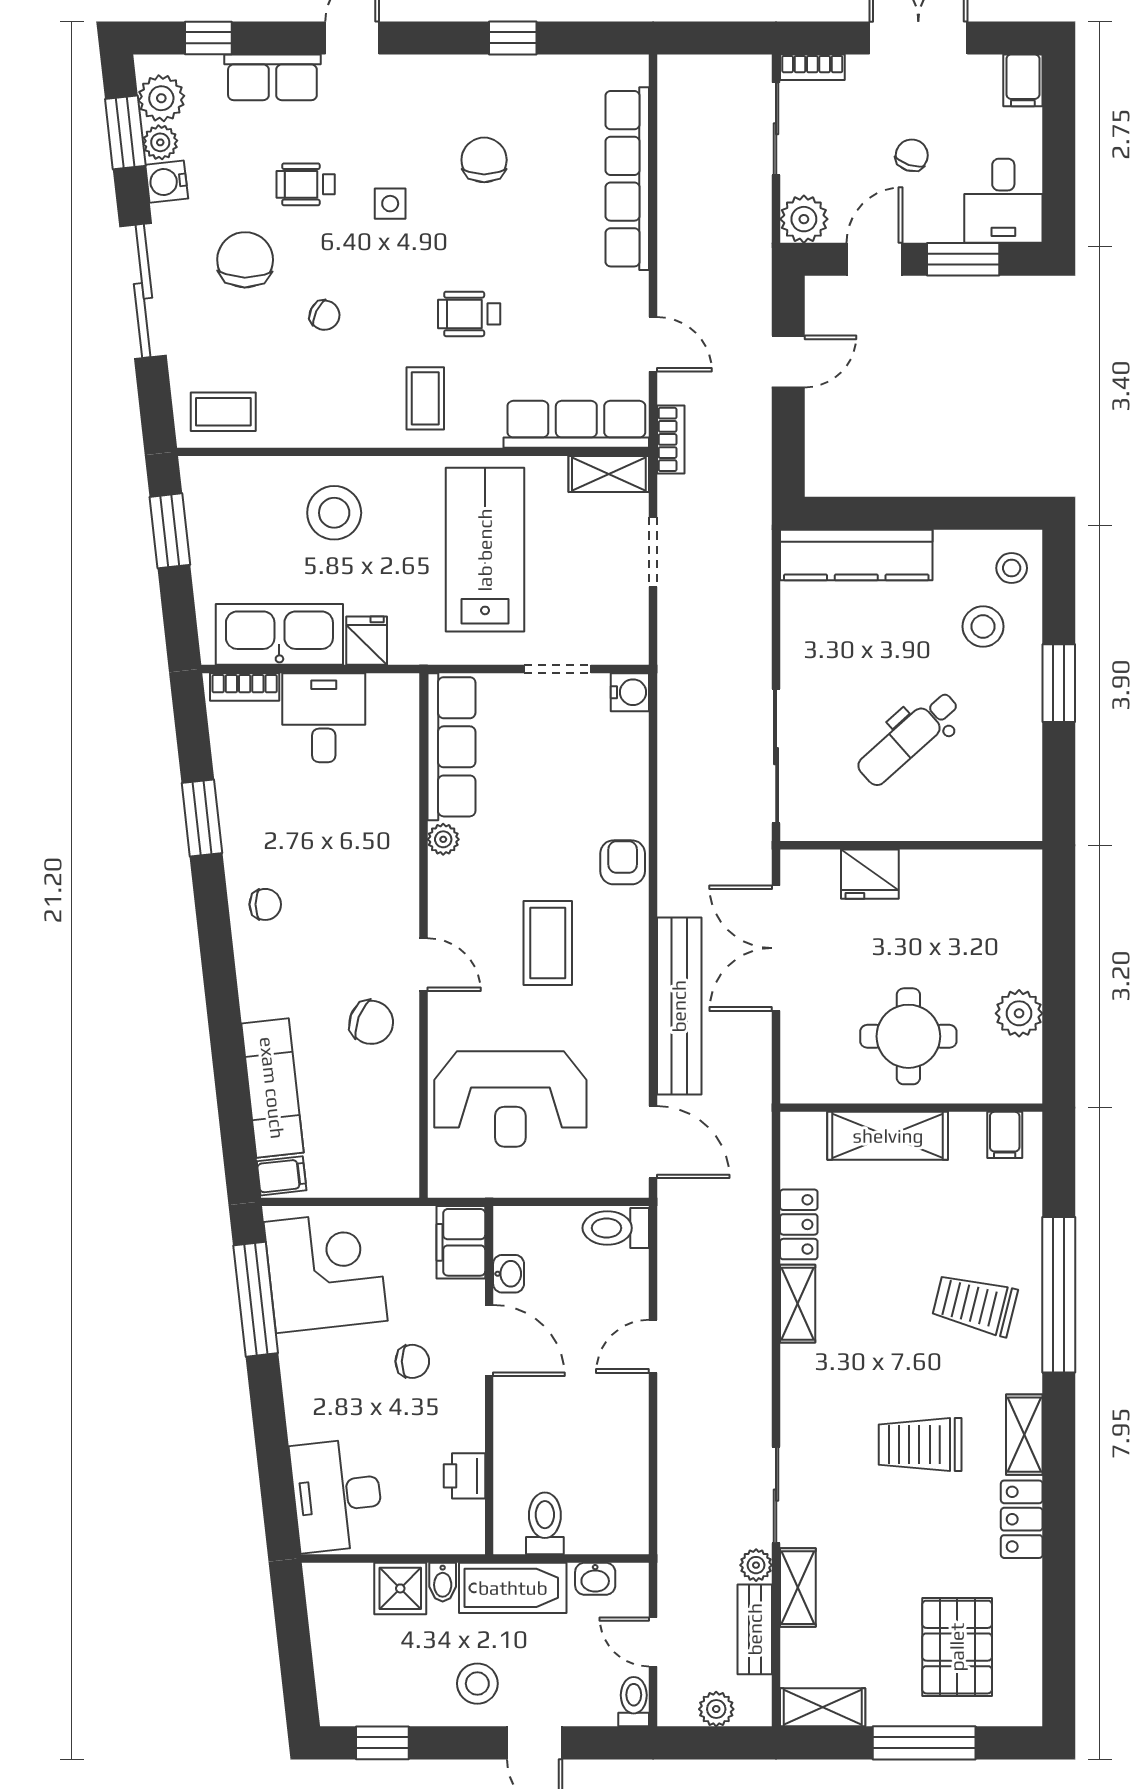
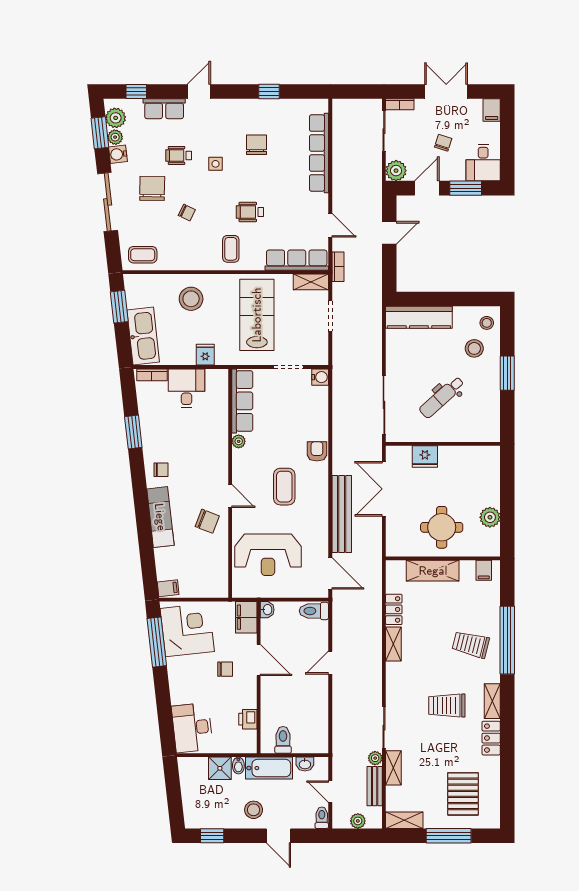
kitchen sink: (279, 634) -> (143, 336), moved, turned 84
exam couch: (272, 1088) -> (160, 517), moved
washbasin: (509, 1274) -> (267, 610), moved

